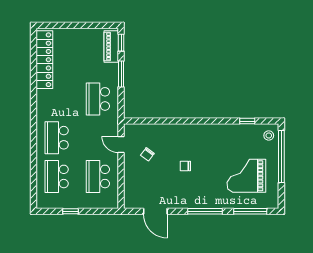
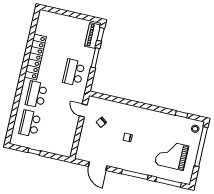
locker: (44, 60) -> (35, 57), moved
school desk: (98, 176) -> (61, 130), removed

